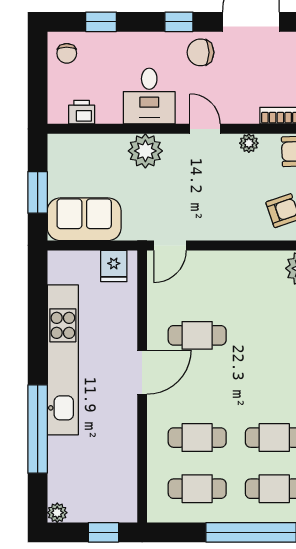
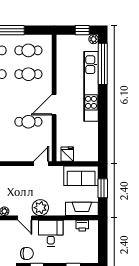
chair: (67, 53) -> (89, 253), removed
fireplace: (82, 148) -> (82, 209), added
plant: (145, 151) -> (40, 208), moved
kitchen unit: (63, 360) -> (91, 86), moved
window: (38, 429) -> (103, 64), moved
window: (103, 532) -> (82, 30), moved

